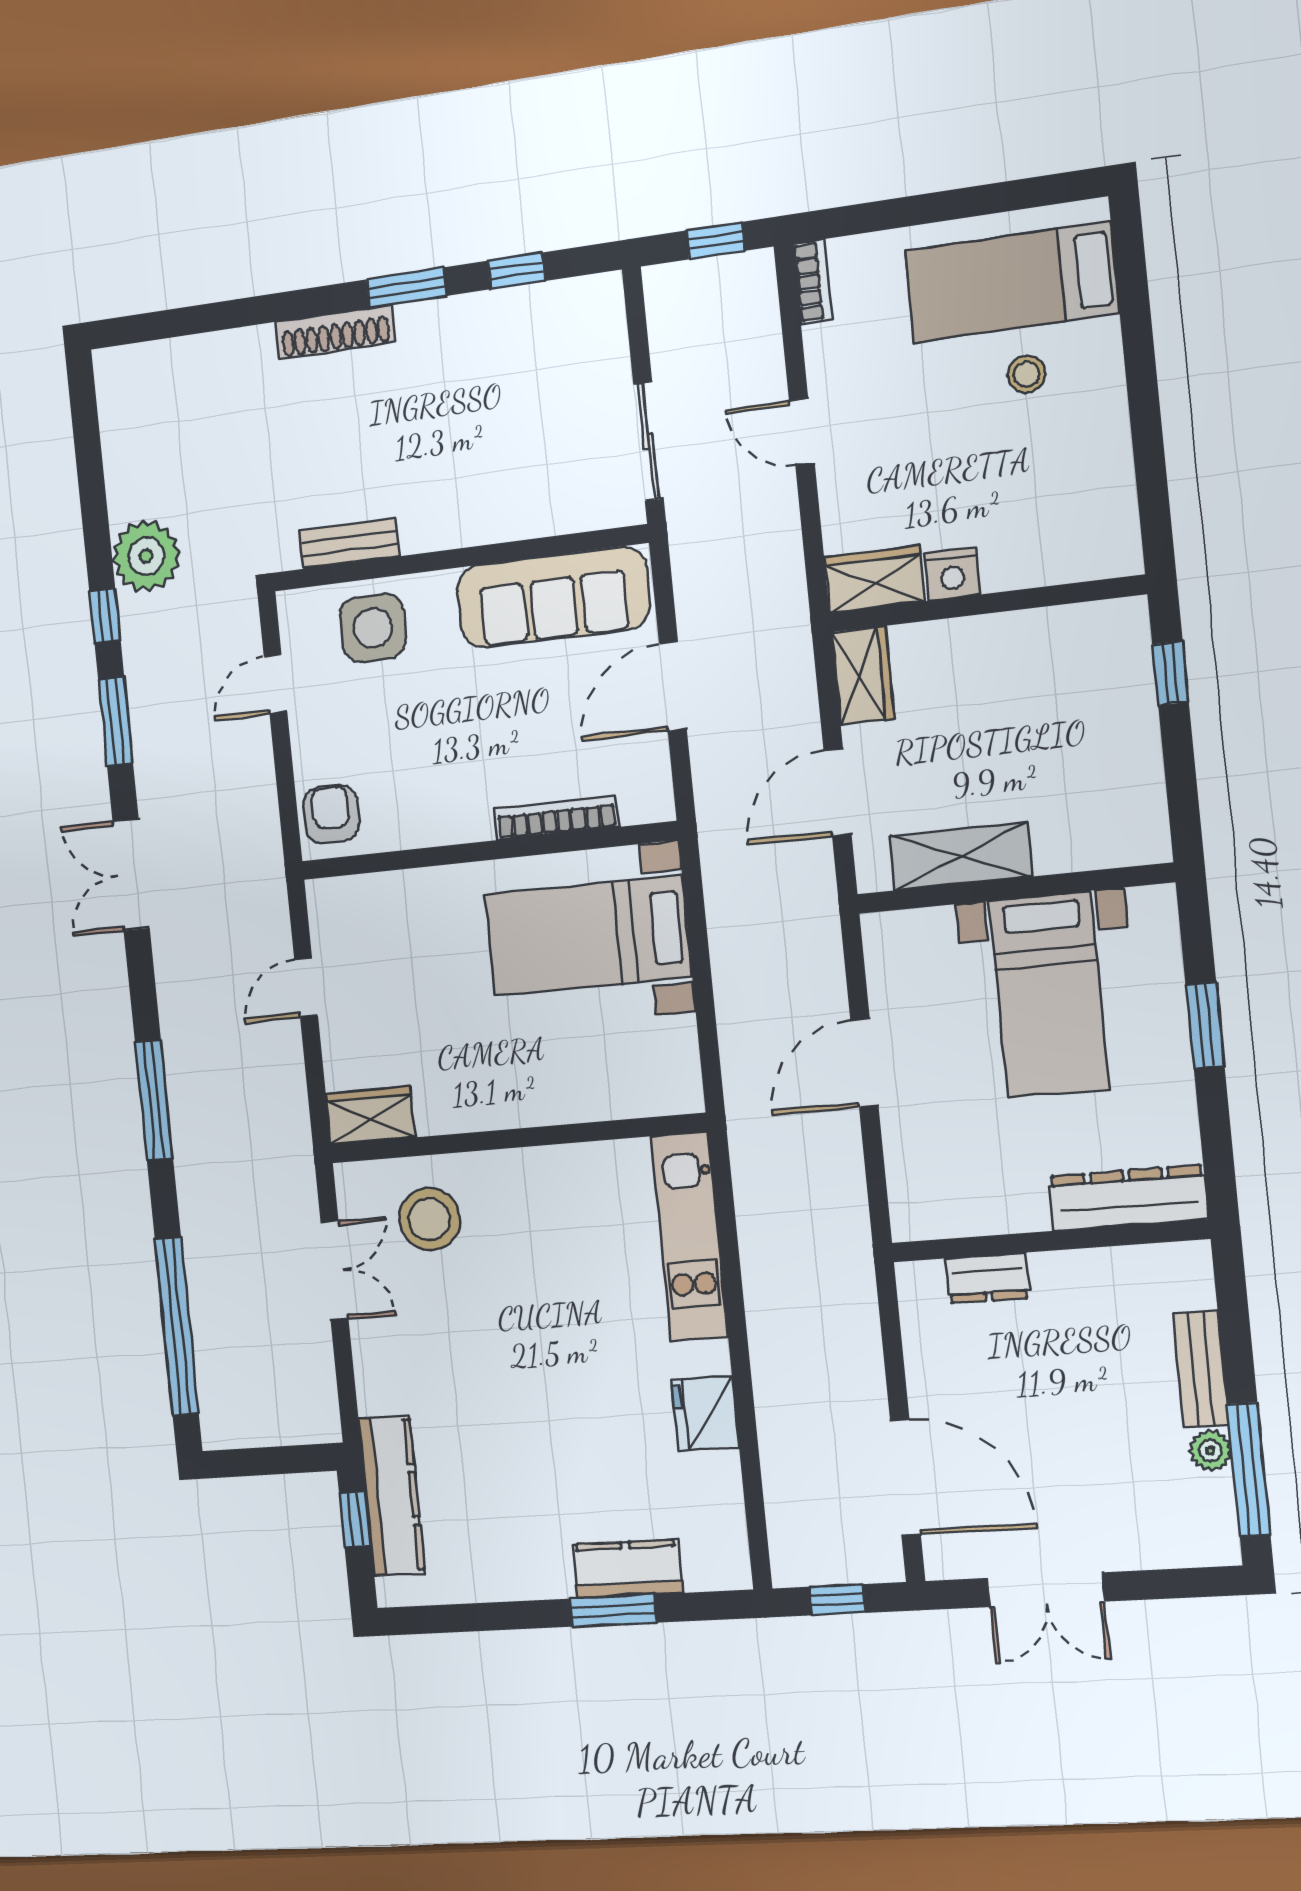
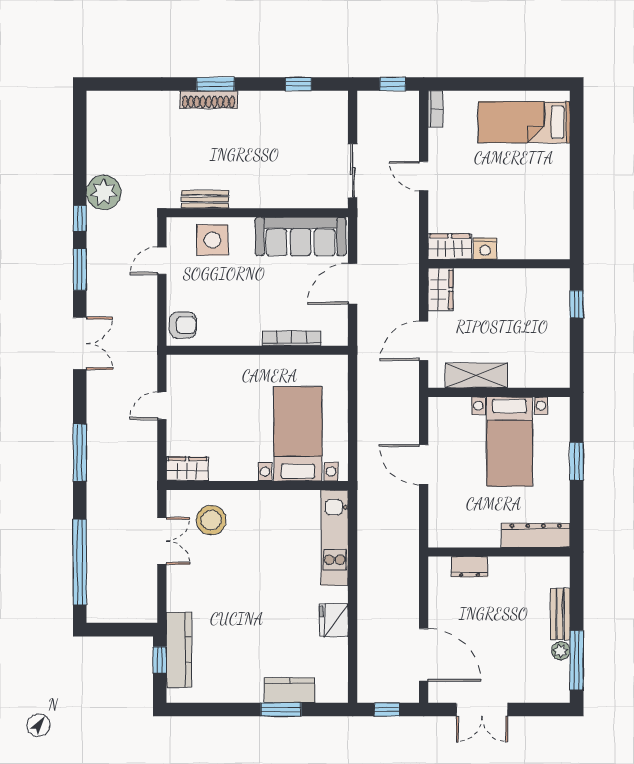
window: (407, 288) -> (216, 84), moved
stool: (1027, 374) -> (527, 164), removed
armchair: (331, 814) -> (183, 325), turned 90
double door: (131, 875) -> (80, 343), swing flipped
bed with nightstands: (588, 936) -> (298, 434), moved, turned 90
door: (864, 1063) -> (424, 465), hinge flipped

